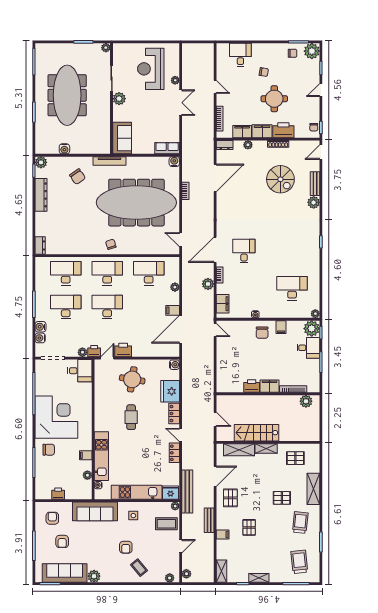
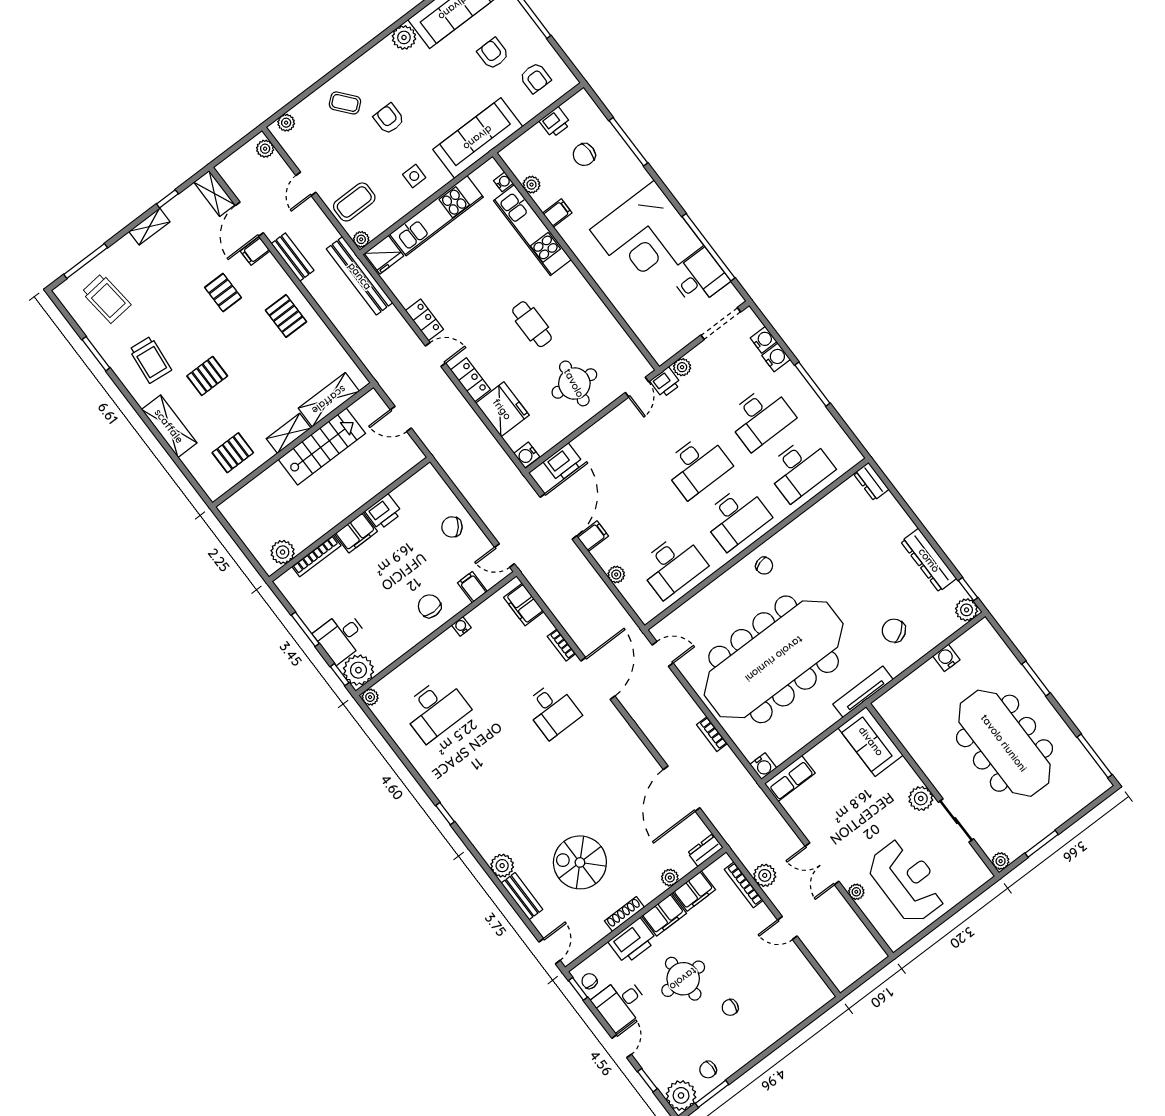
desk: (240, 55) -> (620, 1003), moved, turned 90
plant: (208, 284) -> (765, 875), moved
filing cabinet: (281, 327) -> (472, 587), moved
printer: (123, 350) -> (563, 463), moved
chair: (228, 358) -> (452, 527), added
desk: (80, 371) -> (699, 278), moved, turned 180
chair: (49, 450) -> (584, 155), moved
door: (215, 476) -> (249, 219), moved

